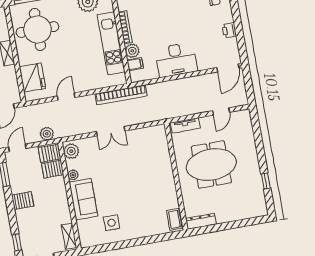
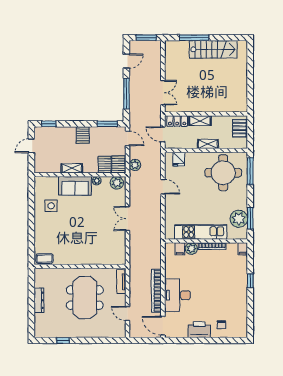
printer: (229, 30) -> (199, 330), width x1.87, depth x1.48
desk: (176, 60) -> (177, 295), moved
fridge: (32, 77) -> (179, 159), width x0.53, depth x0.75
bookcase: (121, 95) -> (156, 291), moved
dresser: (201, 221) -> (39, 300), moved
shelving: (69, 236) -> (72, 168), moved

